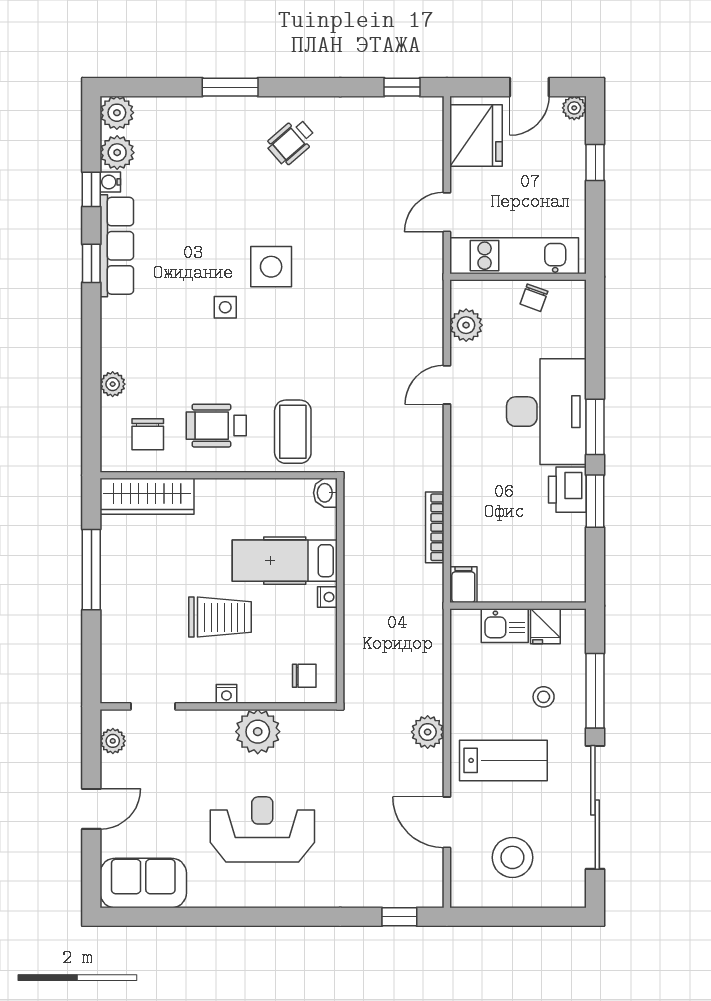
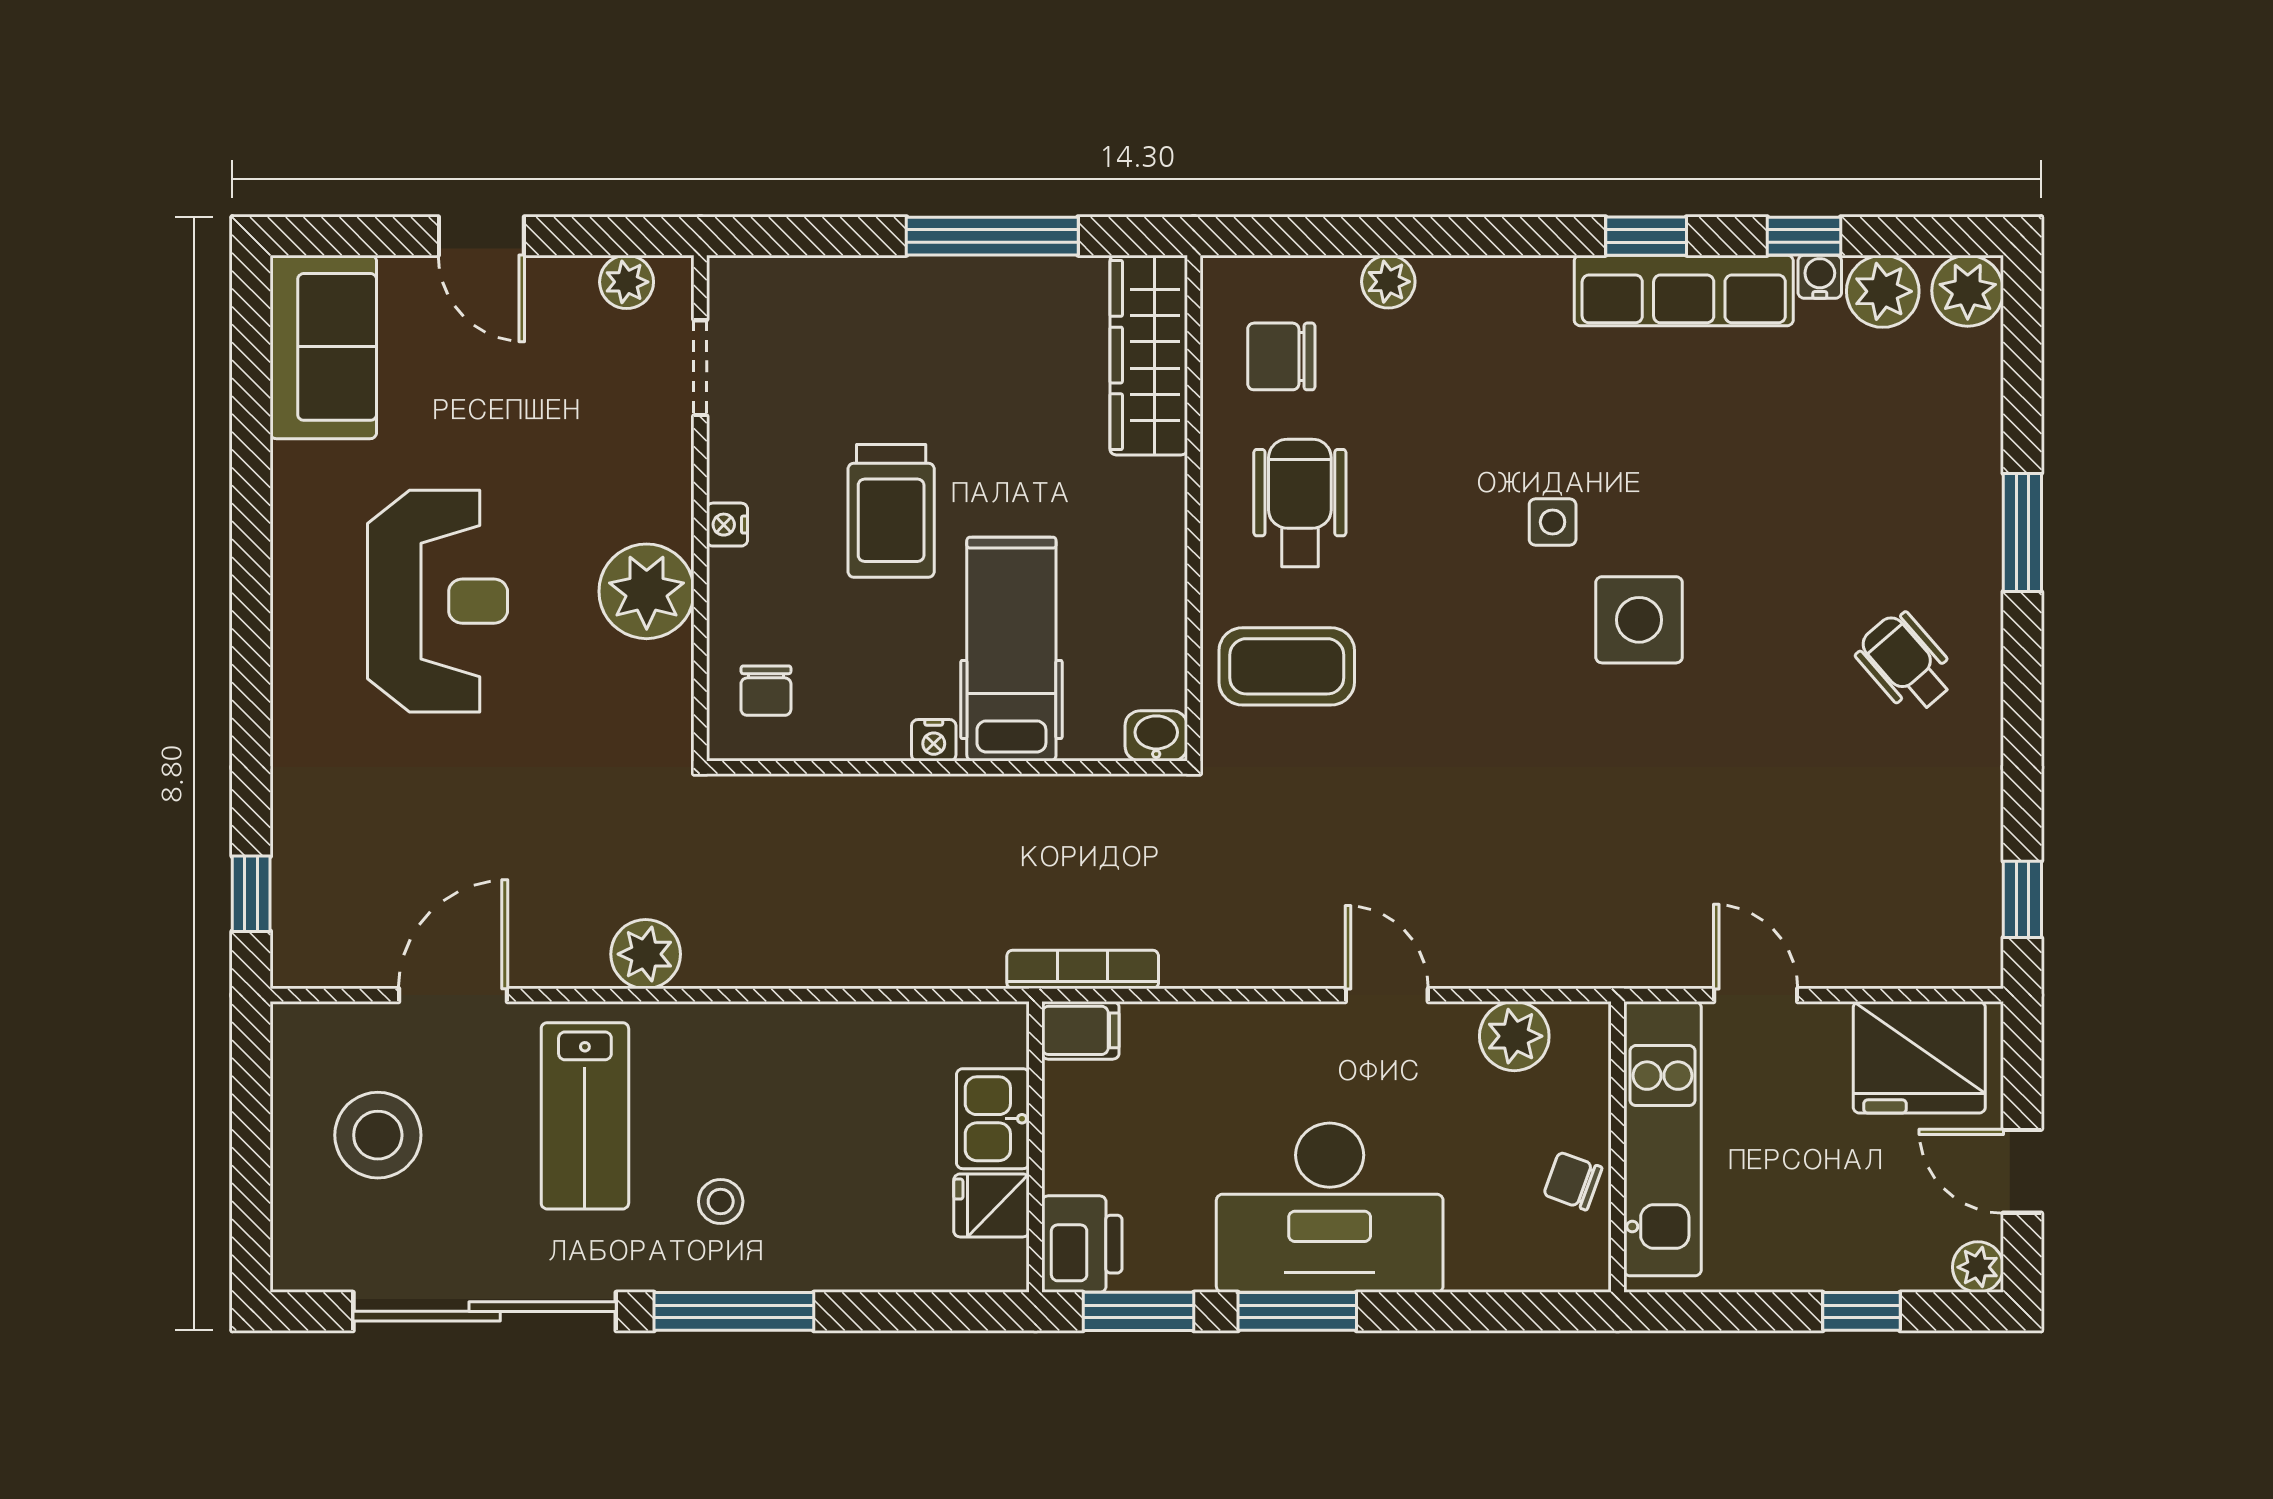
printer: (567, 490) -> (1082, 1244), moved, turned 90
filing cabinet: (463, 585) -> (1080, 1030), moved
wall: (518, 606) -> (1036, 1147), moved
kitchen sink: (505, 626) -> (993, 1119), moved
fridge: (545, 626) -> (992, 1205), moved

